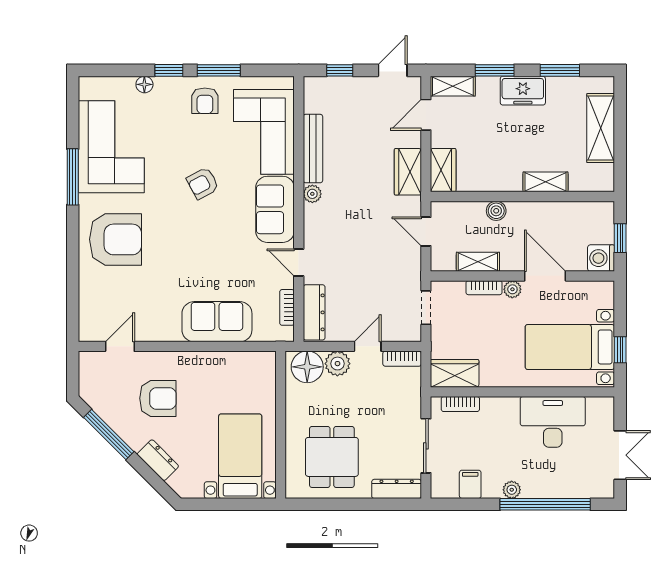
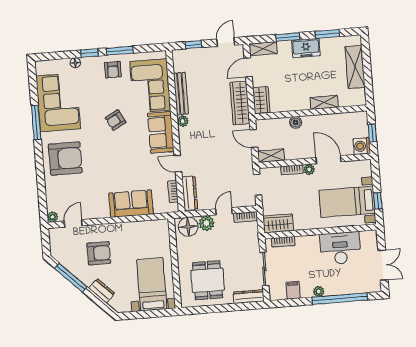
wardrobe: (408, 172) -> (240, 103), width x1.50
shelving: (478, 262) -> (271, 156), moved
plant: (87, 333) -> (53, 217), added

